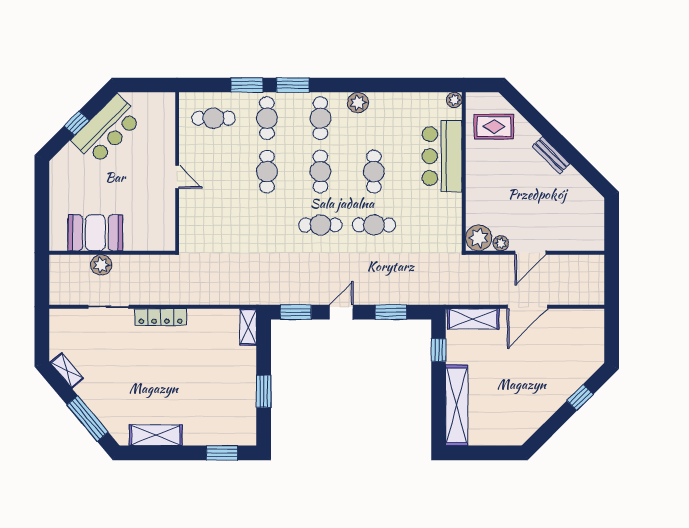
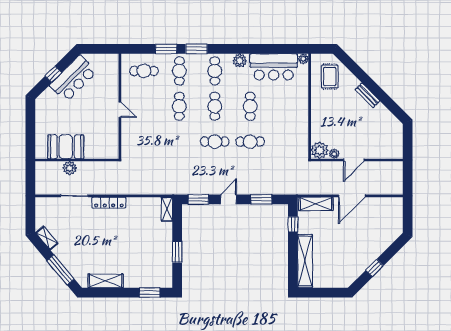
rug: (494, 127) -> (330, 77), turned 90
bar counter: (442, 156) -> (274, 67), moved, turned -90
window: (580, 397) -> (375, 268), moved

